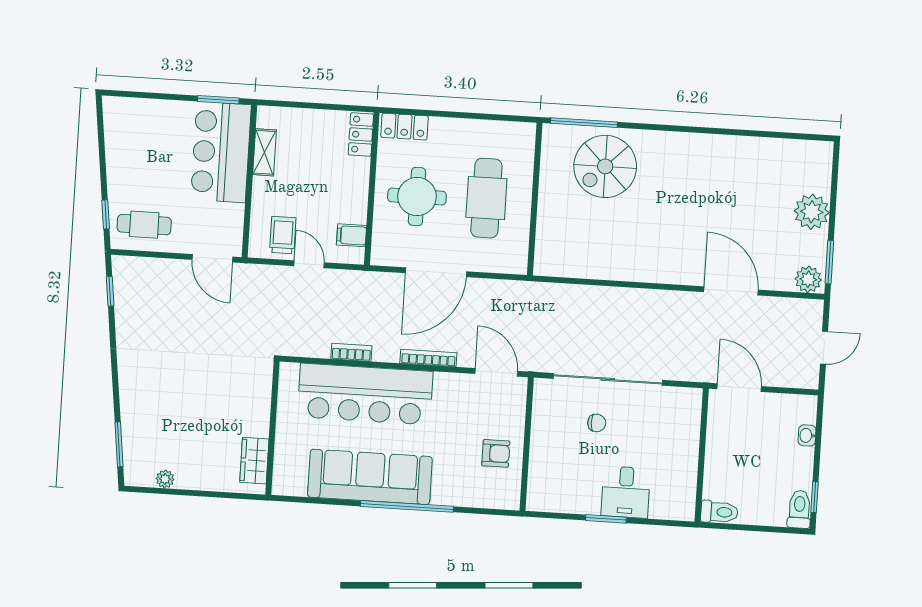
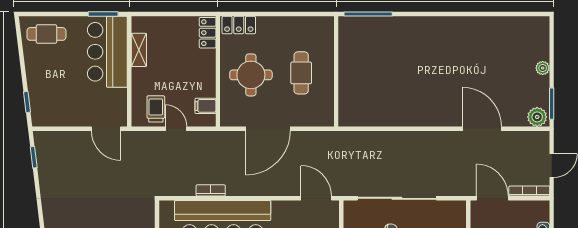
spiral stairs: (605, 166) -> (385, 45), removed
cafe table: (486, 198) -> (301, 73), width x0.73, depth x0.74
plant: (812, 212) -> (543, 68), width x0.53, depth x0.53
cafe table: (144, 225) -> (46, 34), moved
bookcase: (428, 358) -> (529, 191), moved

